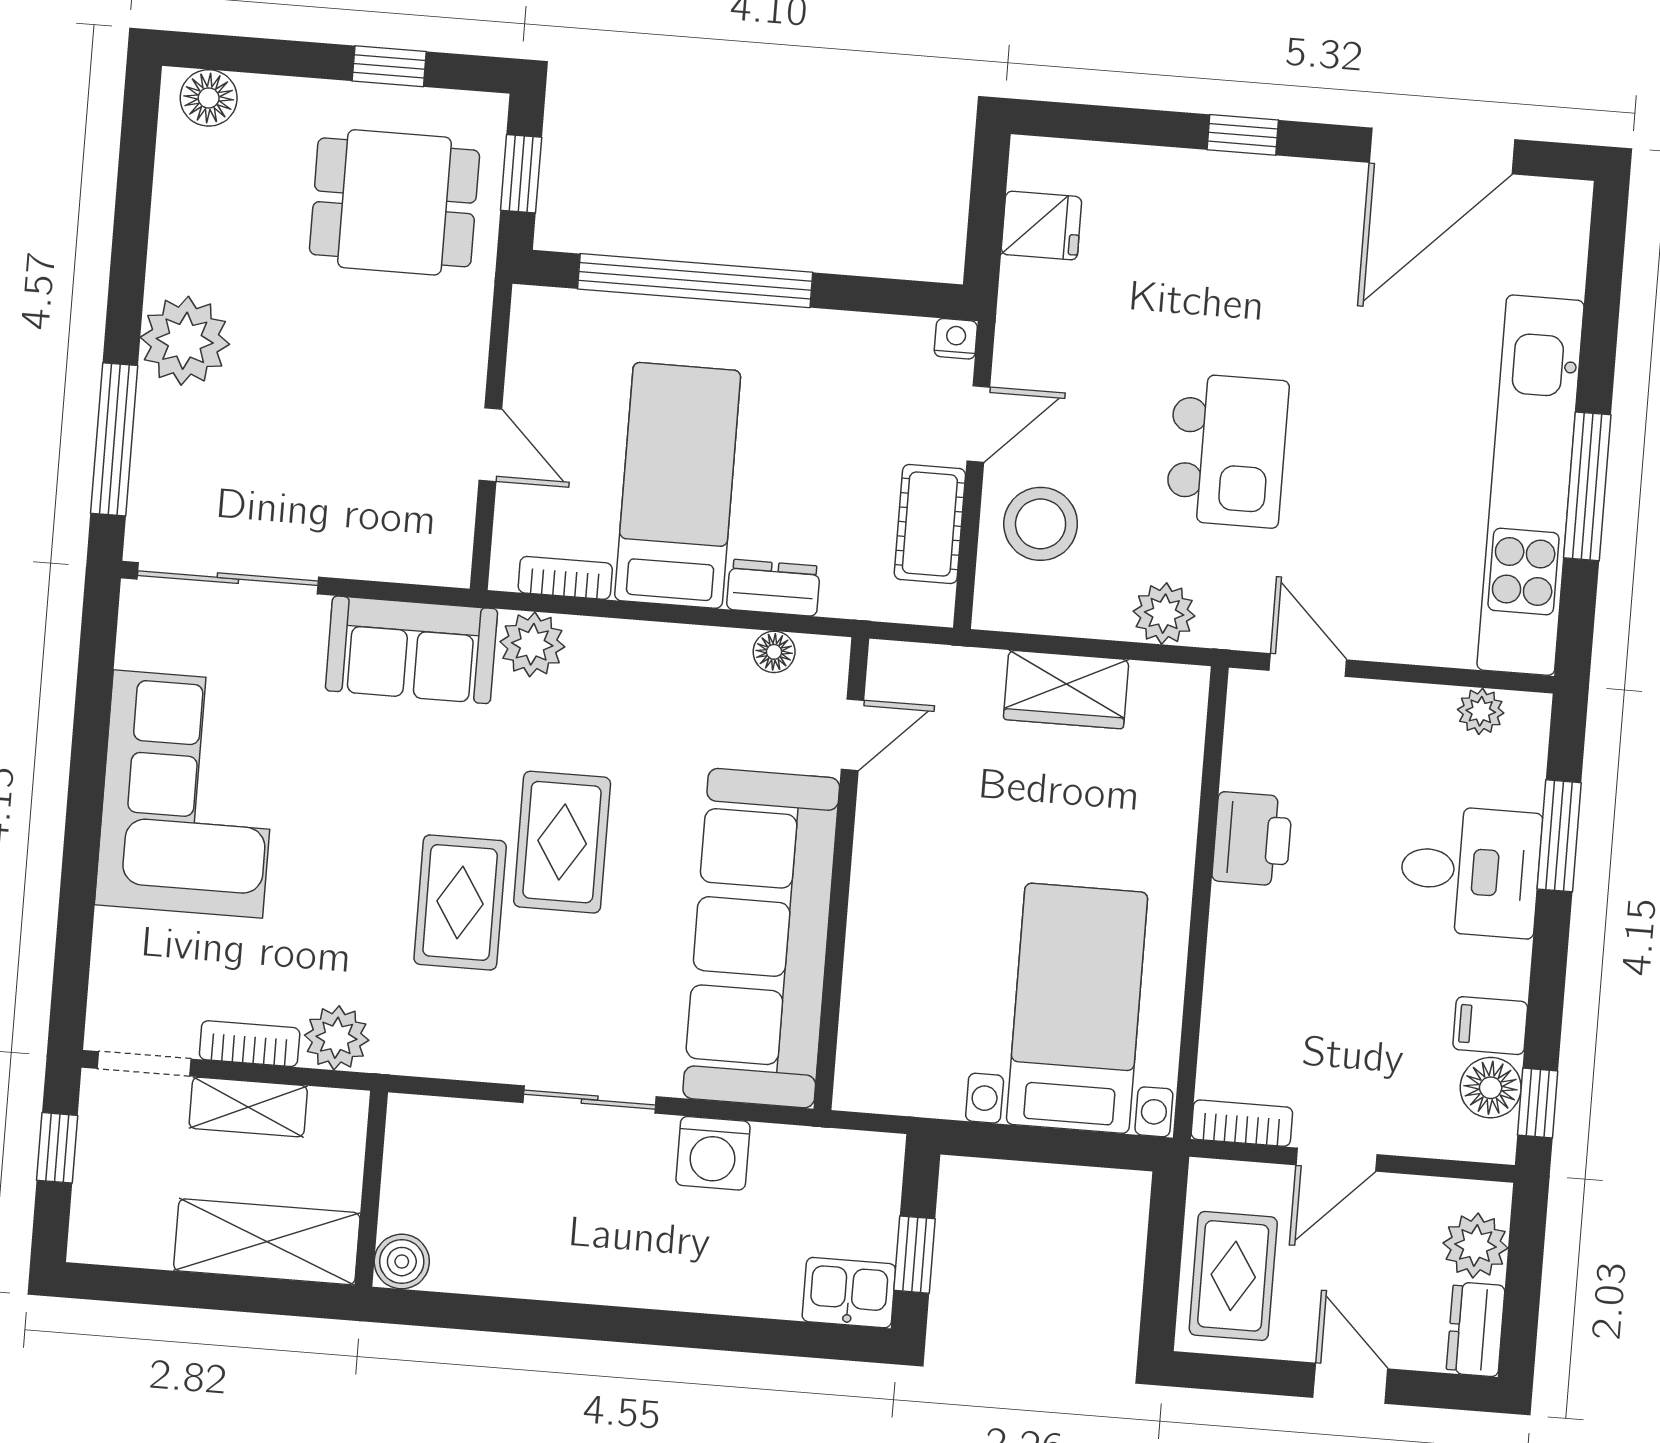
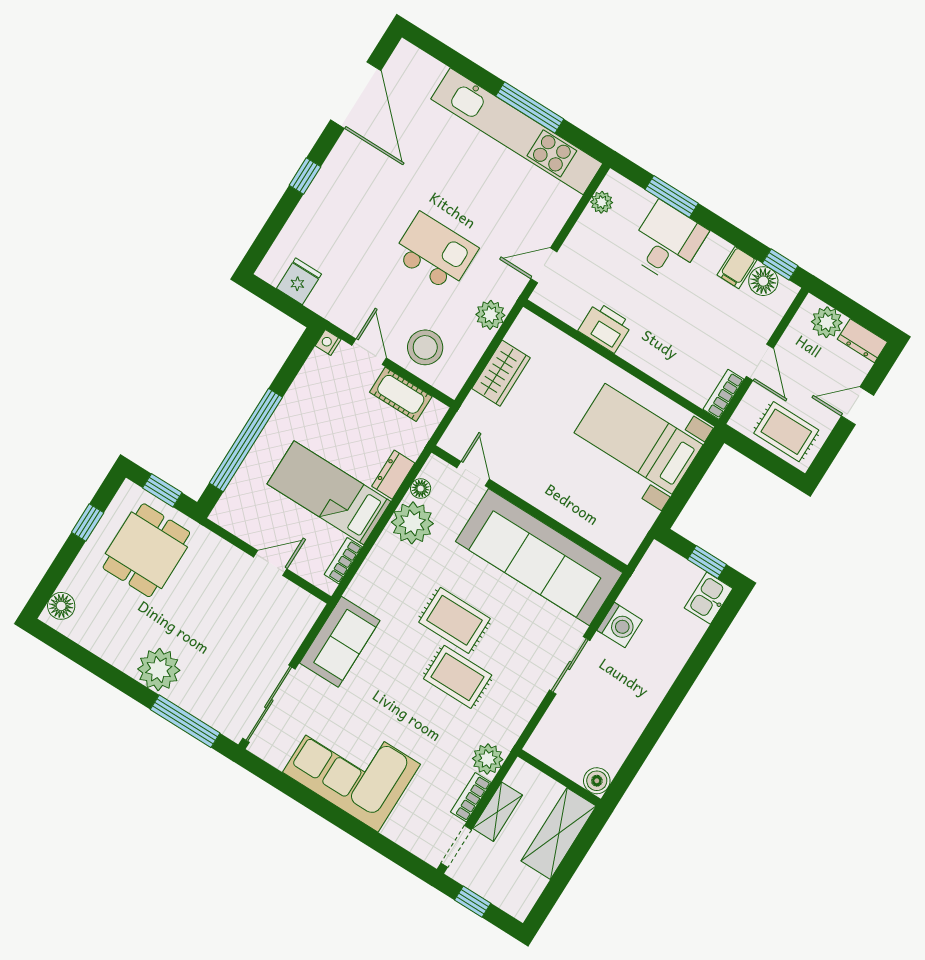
plant: (532, 644) -> (412, 523), moved, width x1.36, depth x1.36

